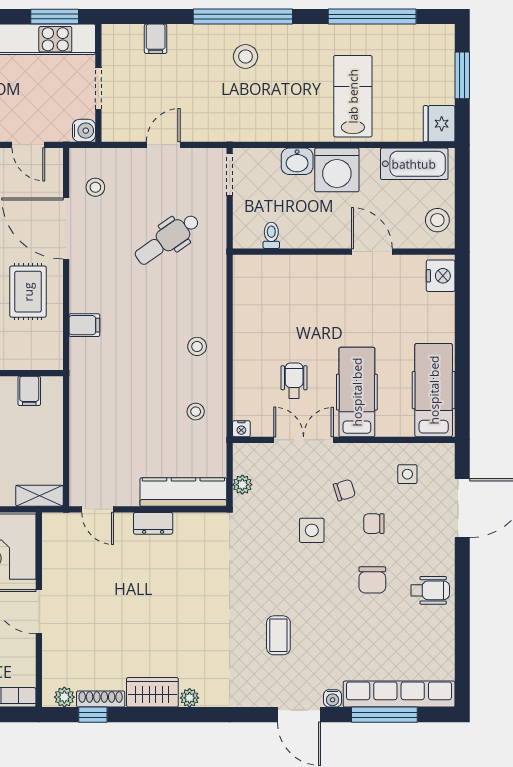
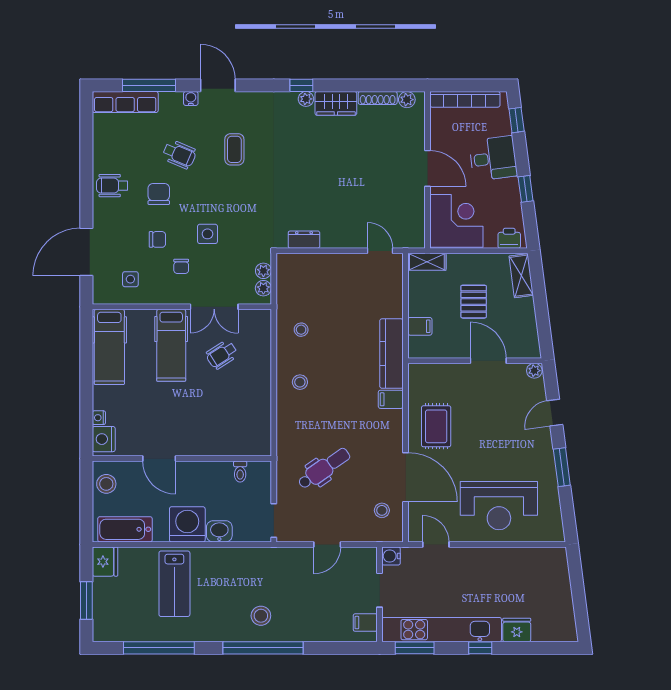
filing cabinet: (156, 39) -> (365, 623), moved, turned -90
wheelchair: (294, 381) -> (222, 355), turned 57
filing cabinet: (29, 391) -> (420, 326), moved, turned 90
nightstand: (241, 429) -> (99, 418), moved, turned -90
plant: (242, 463) -> (263, 288), added
chair: (344, 490) -> (181, 266), turned -73
kitchen counter: (183, 492) -> (391, 354), moved, turned 90
dresser: (153, 523) -> (304, 240), moved
wheelchair: (347, 629) -> (179, 154), added
row of seats: (399, 694) -> (125, 102), width x0.73
window: (93, 715) -> (301, 85), moved

